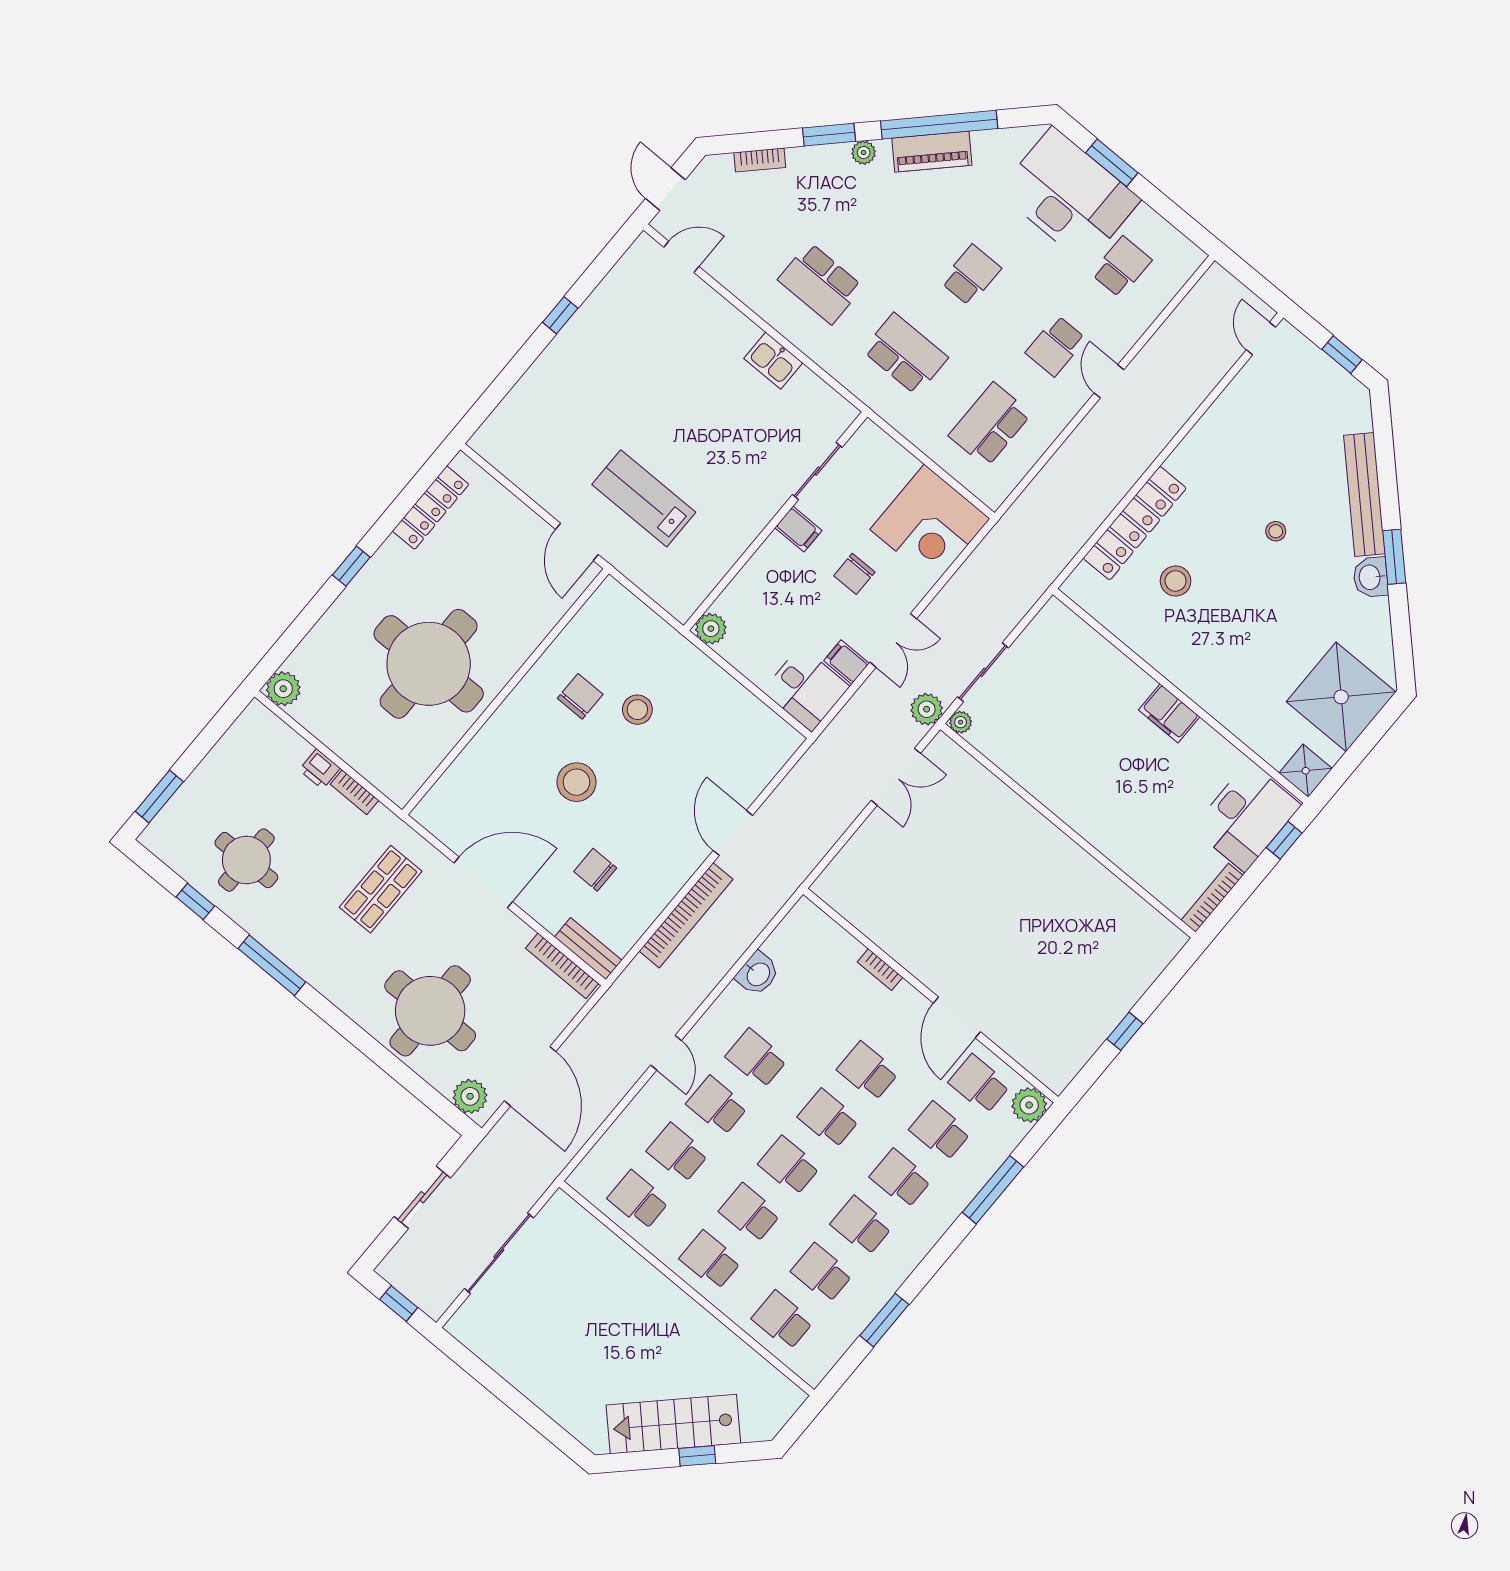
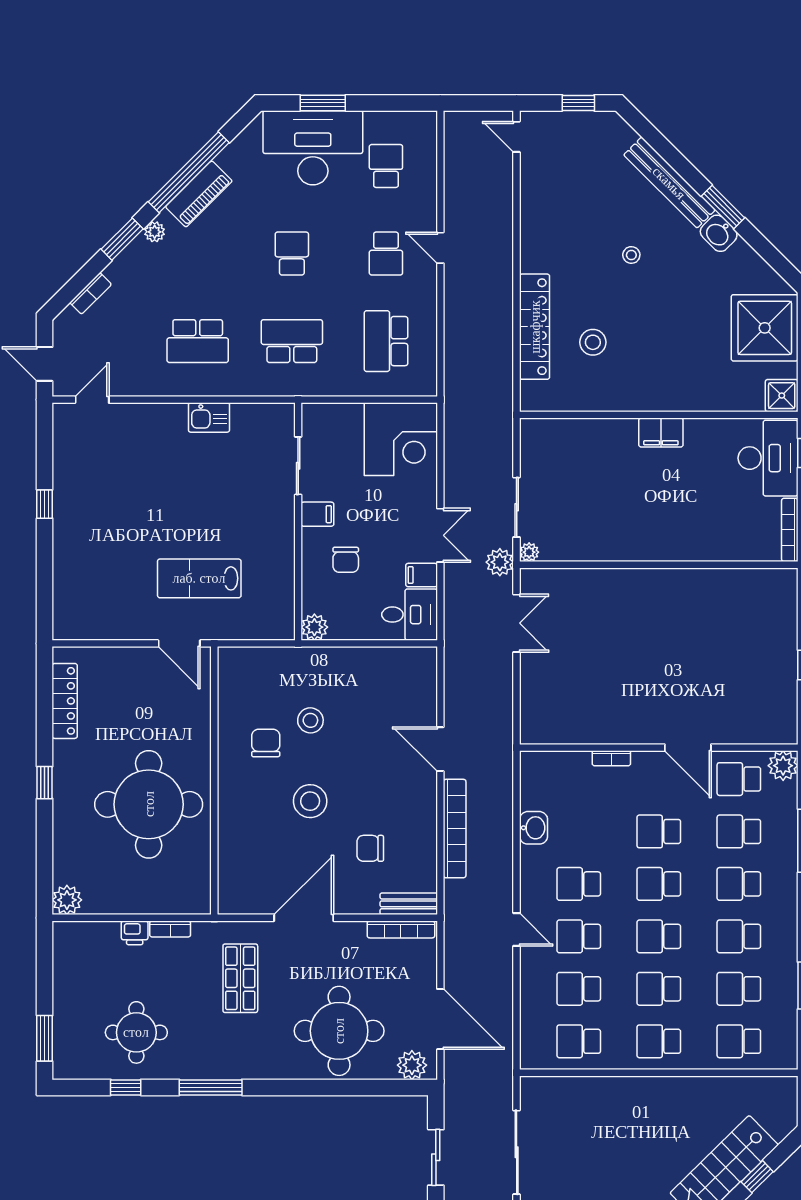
chair: (854, 574) -> (346, 560), moved

